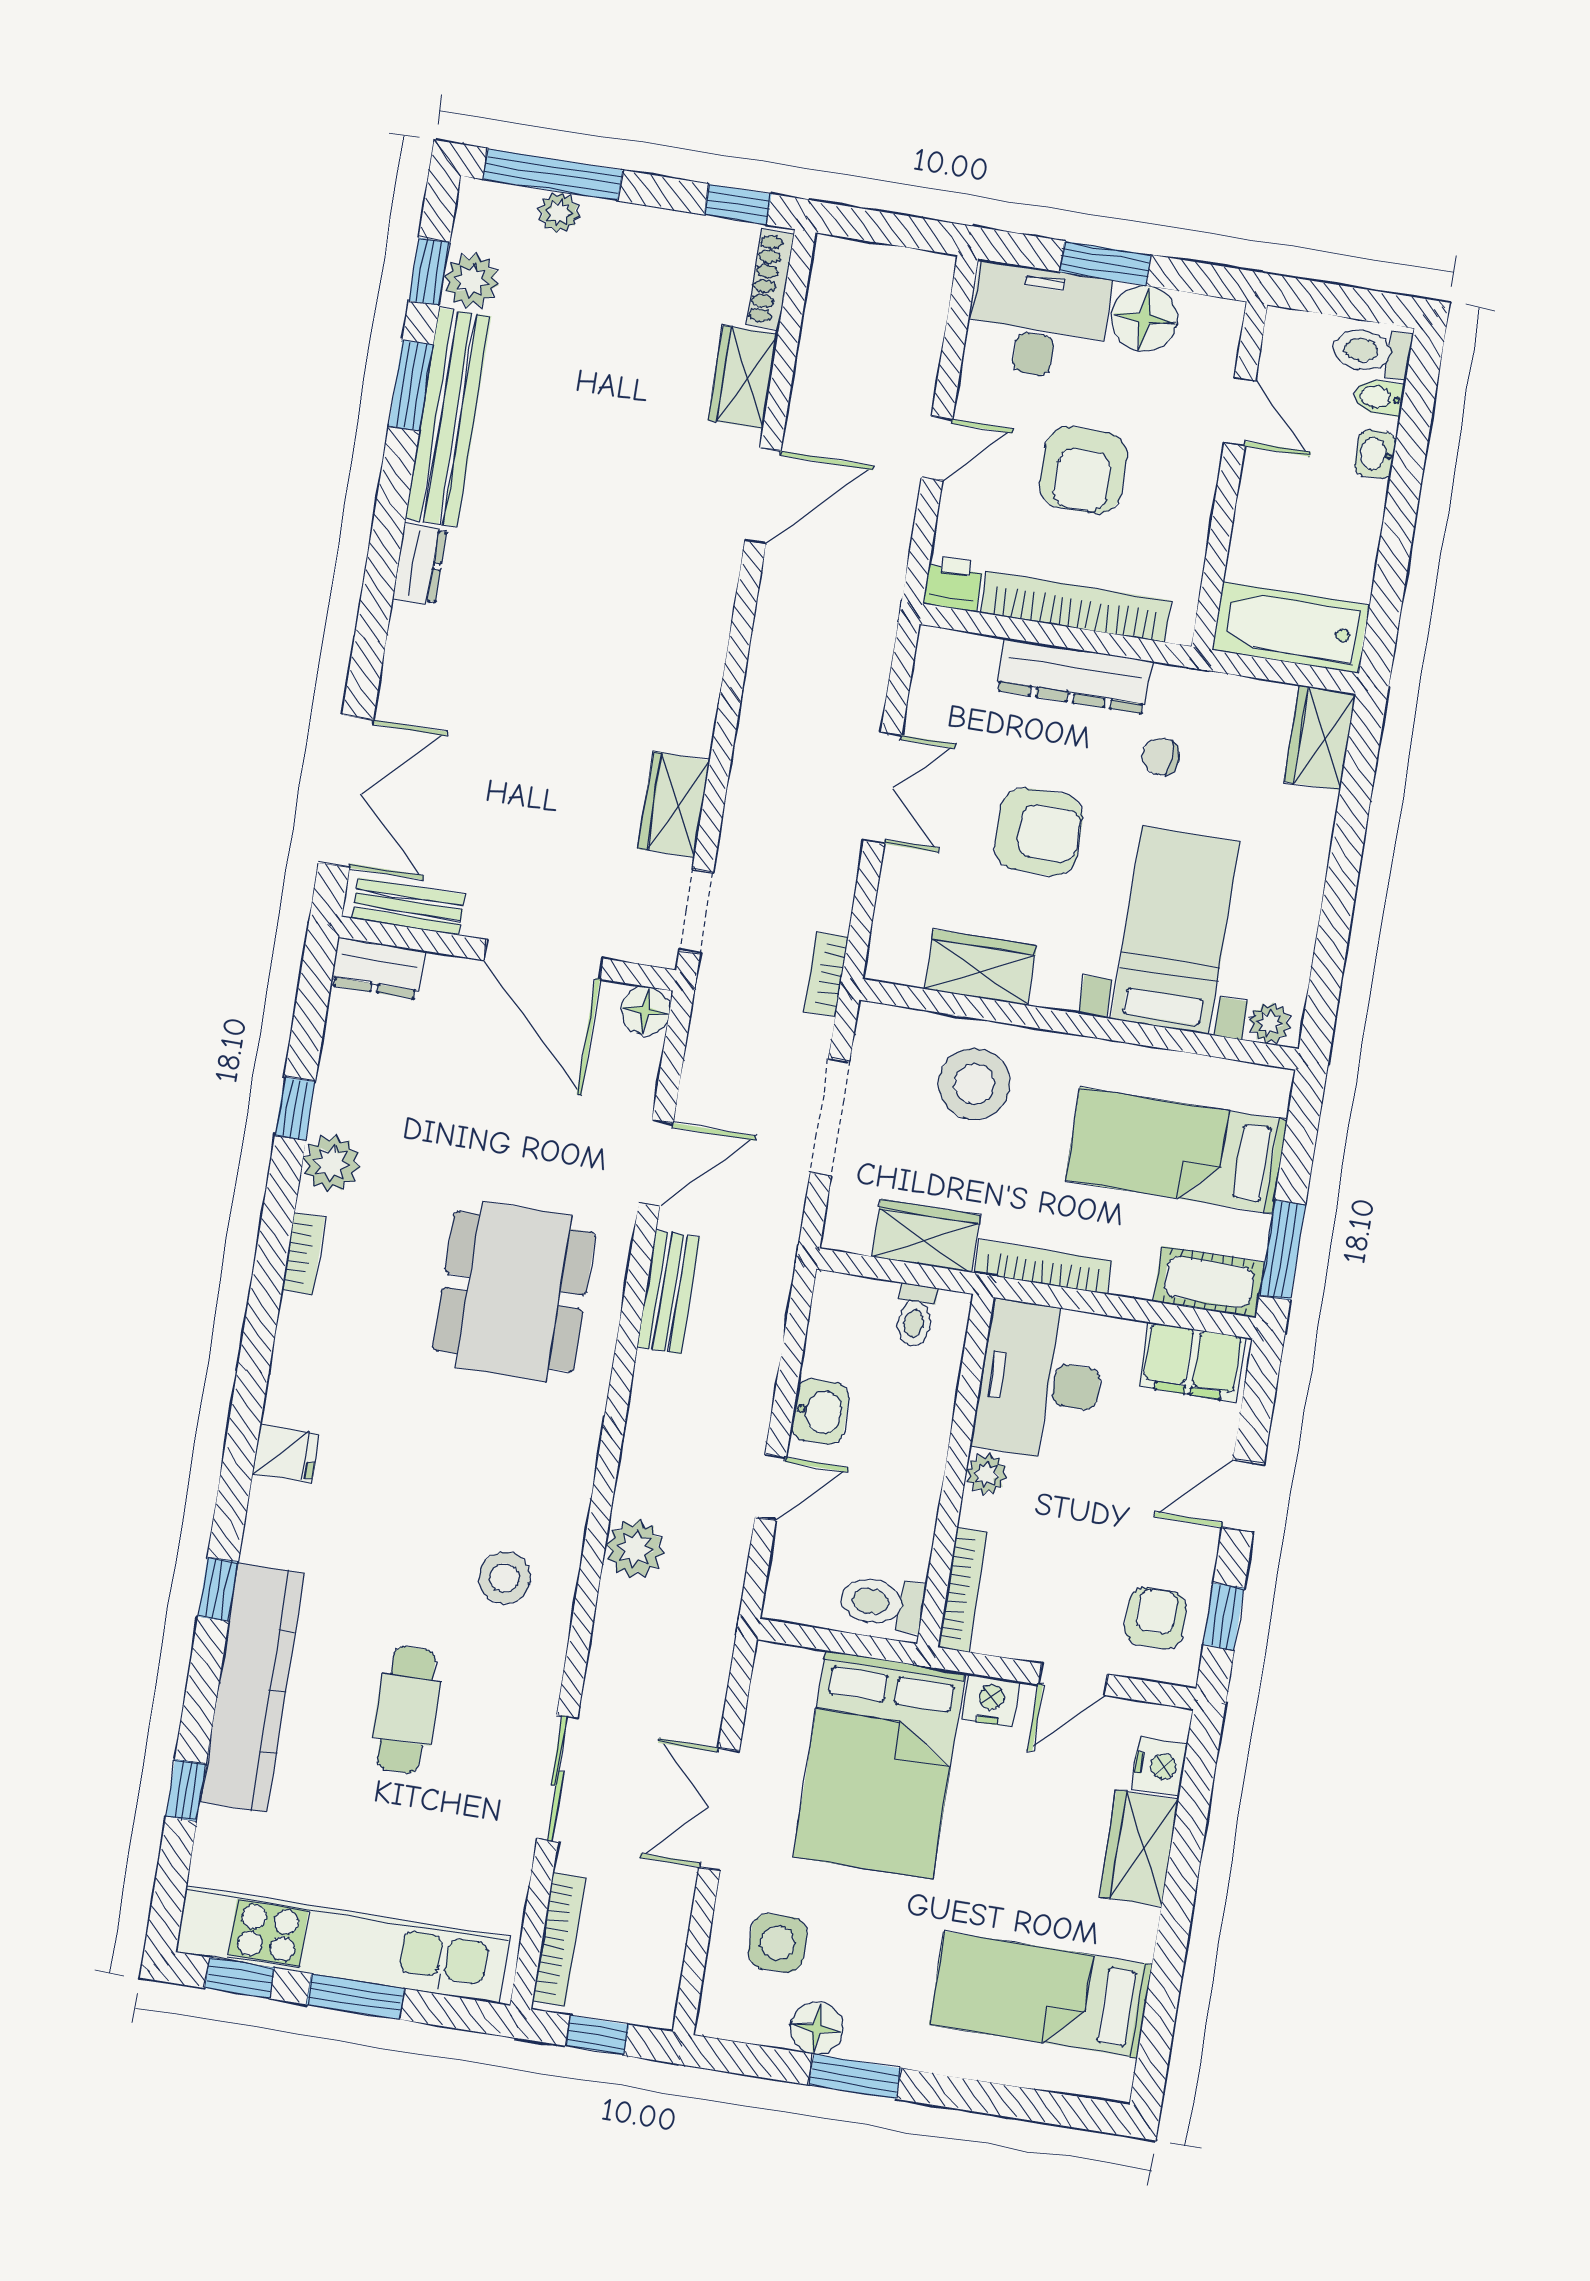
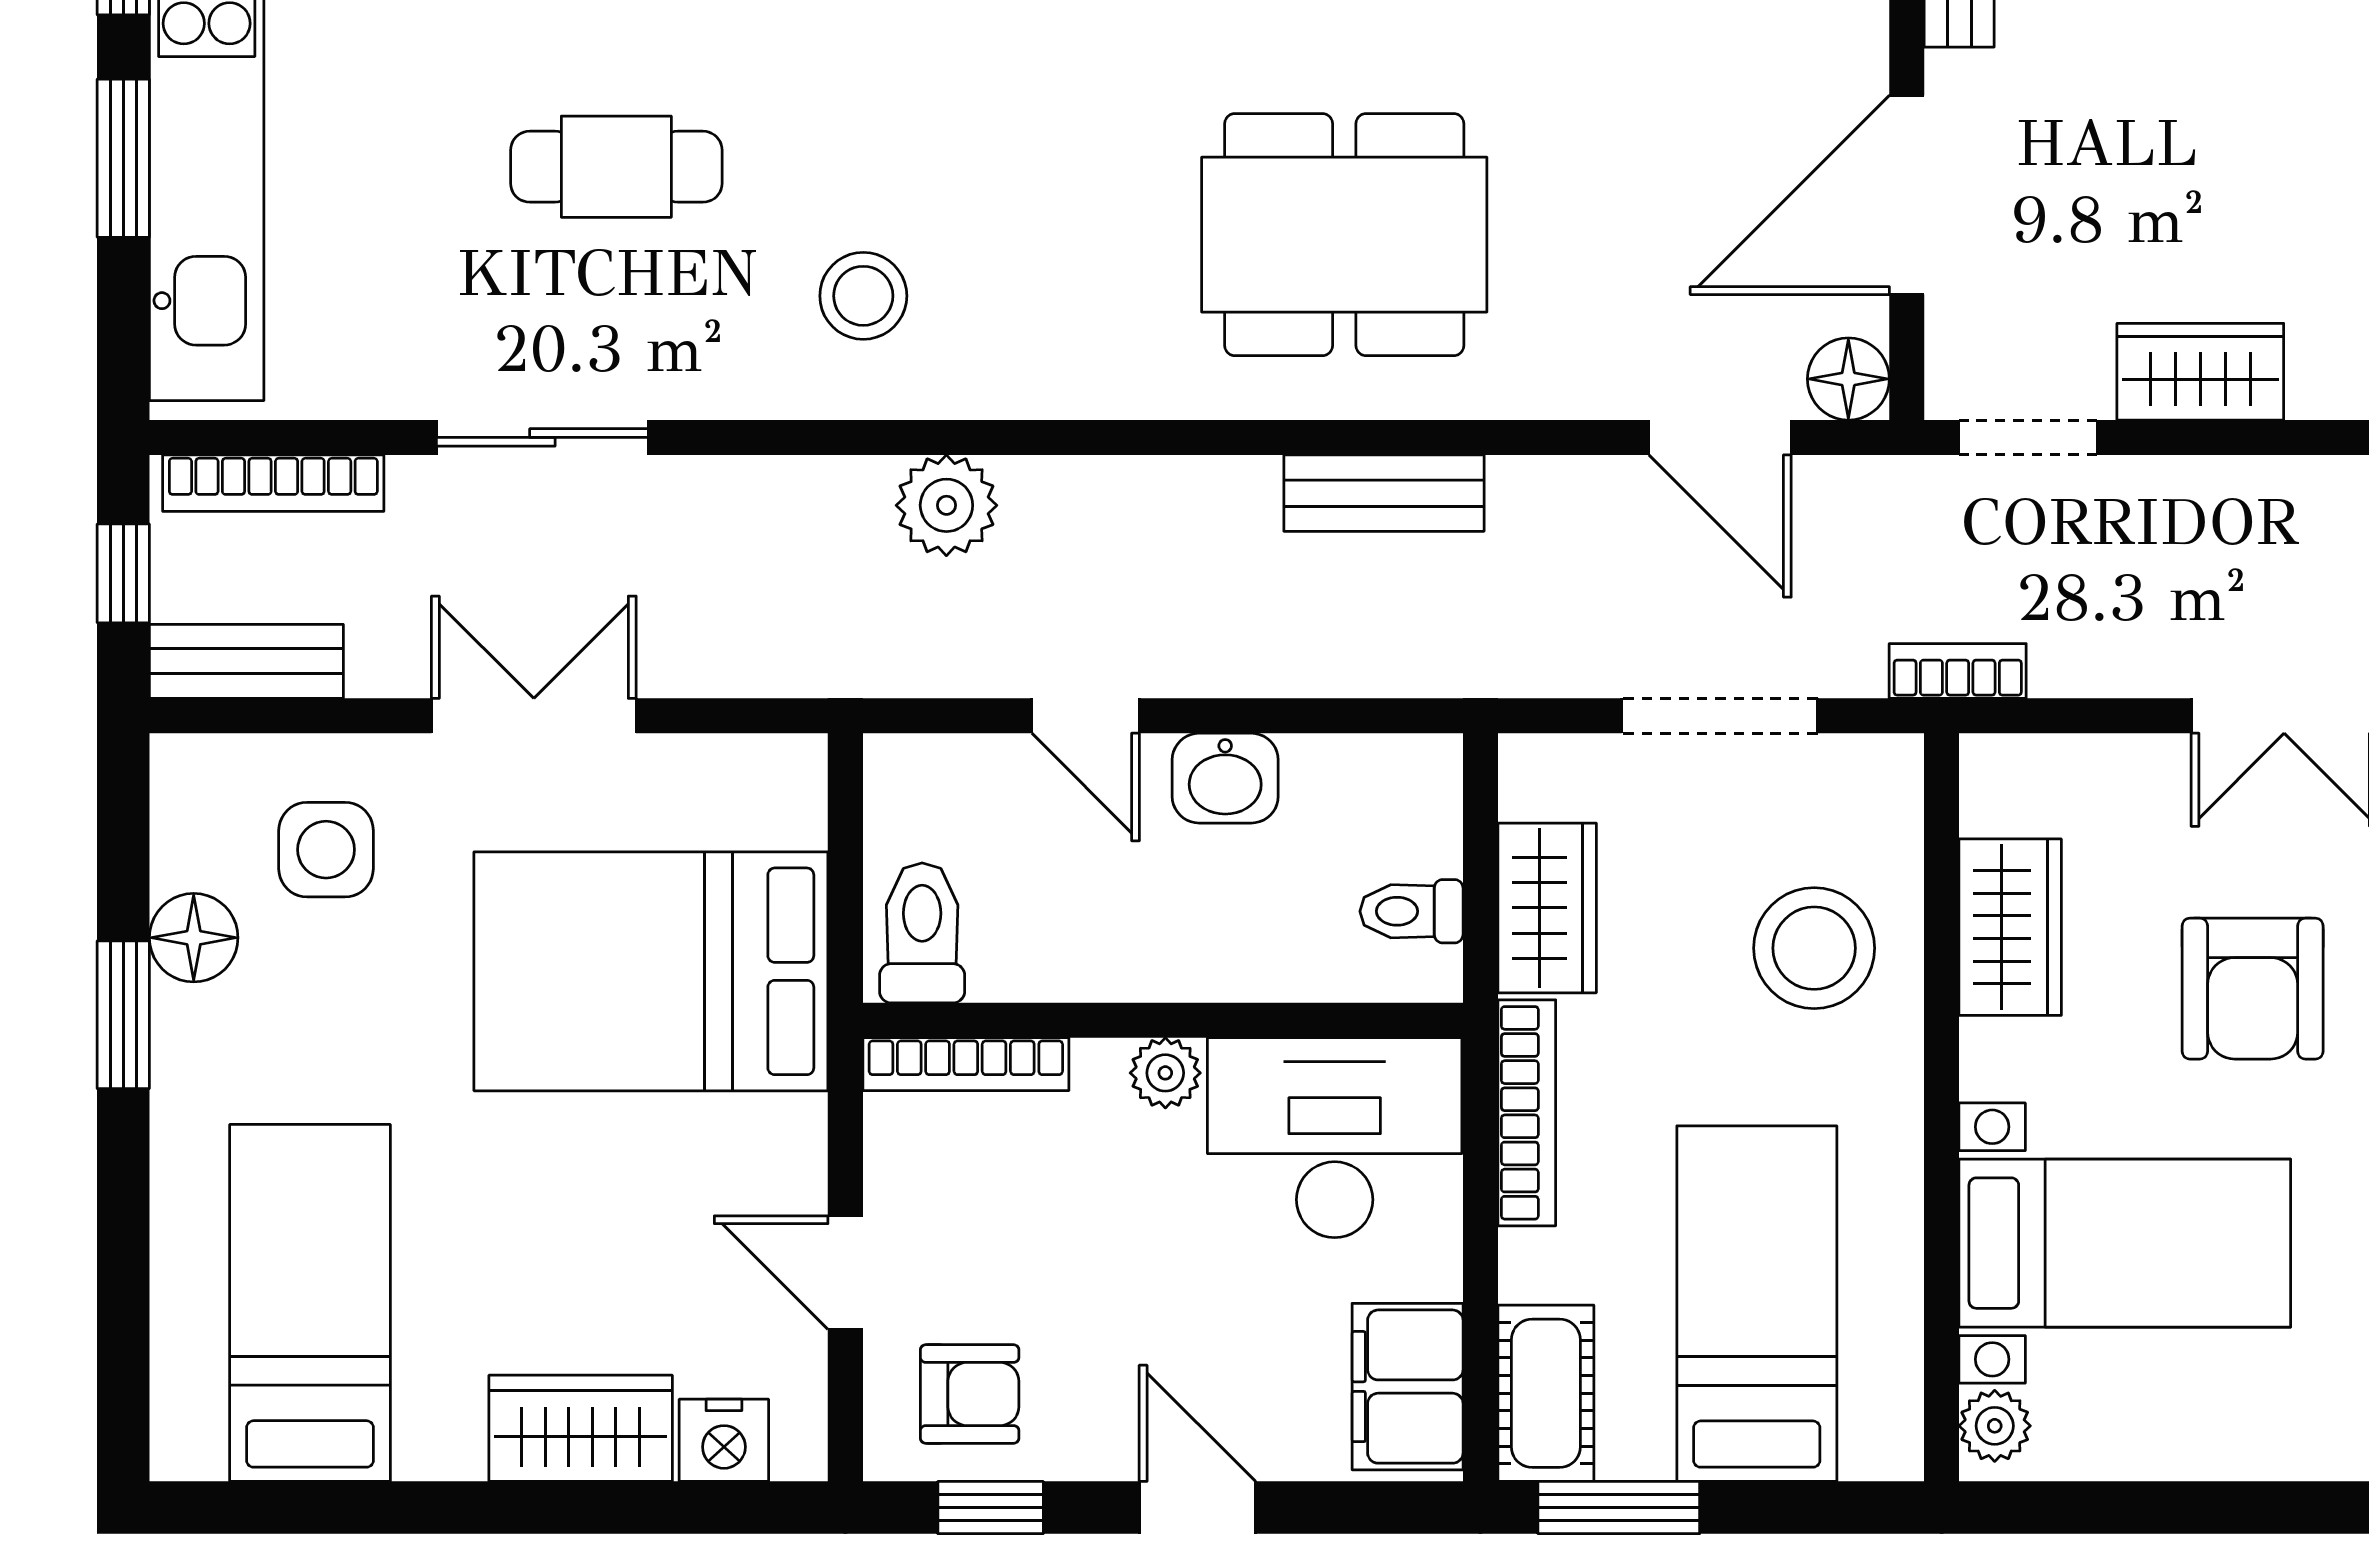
door: (656, 1163) -> (1720, 437), moved
nightstand: (991, 1700) -> (788, 1141), removed
bench: (660, 1972) -> (246, 661), added

